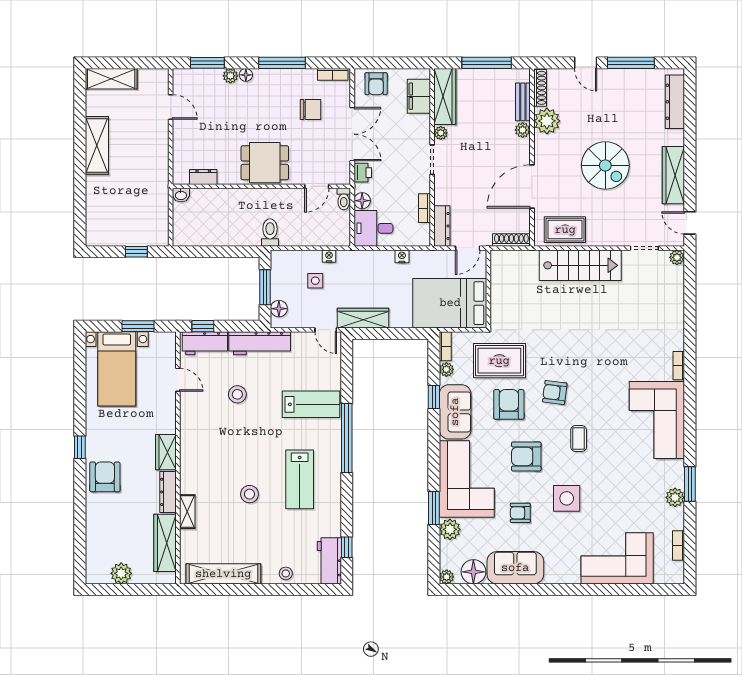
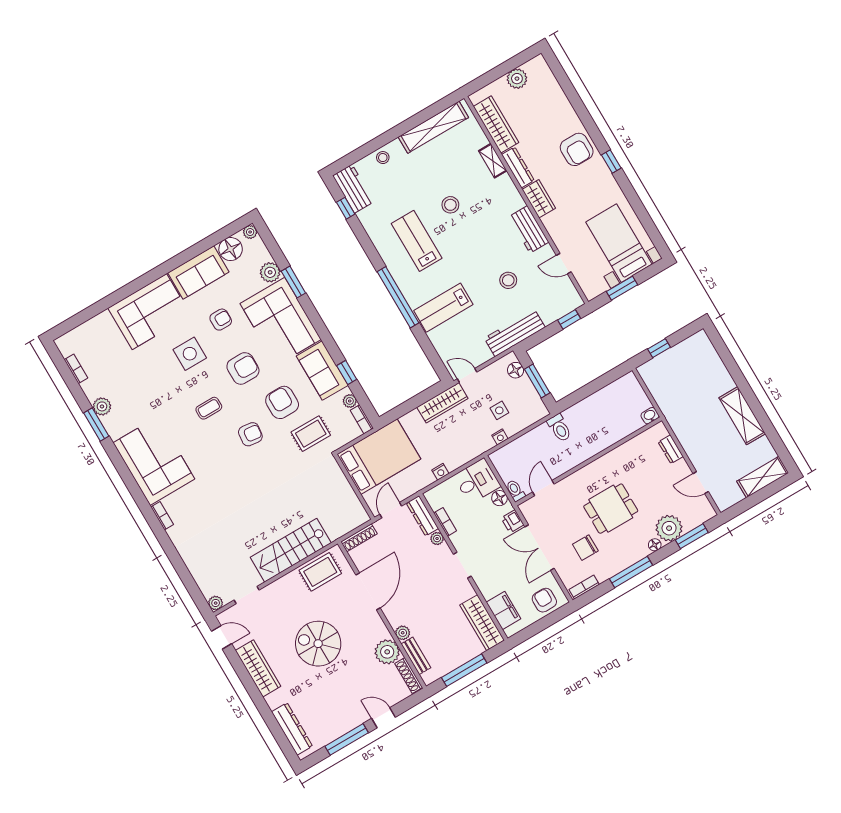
plant: (230, 76) -> (669, 528), width x1.88, depth x1.88
plant: (441, 133) -> (437, 539), moved
dining table: (265, 163) -> (611, 509), moved
dresser: (203, 177) -> (671, 449), moved, turned 90
workbench: (205, 343) -> (529, 229), moved, turned -90
rug: (499, 361) -> (311, 434), width x0.73, depth x0.70
armchair: (509, 404) -> (282, 402), turned 180
coffee table: (579, 438) -> (209, 408), turned 90
corner sofa: (617, 558) -> (149, 312), moved

